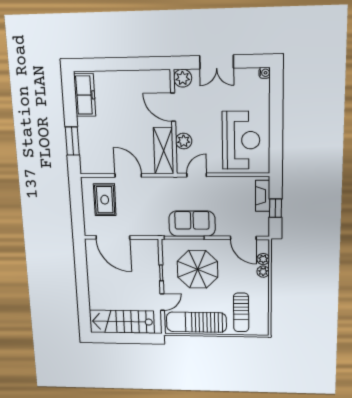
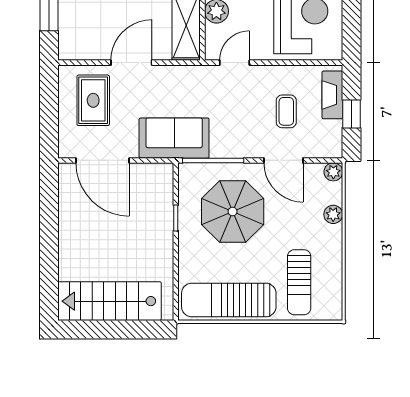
door: (128, 175) -> (131, 63), hinge flipped
coffee table: (232, 207) -> (286, 111), added
sofa: (192, 224) -> (174, 138), moved
door: (243, 238) -> (283, 160), moved
plant: (263, 259) -> (333, 172), moved
door: (162, 302) -> (176, 267), removed

